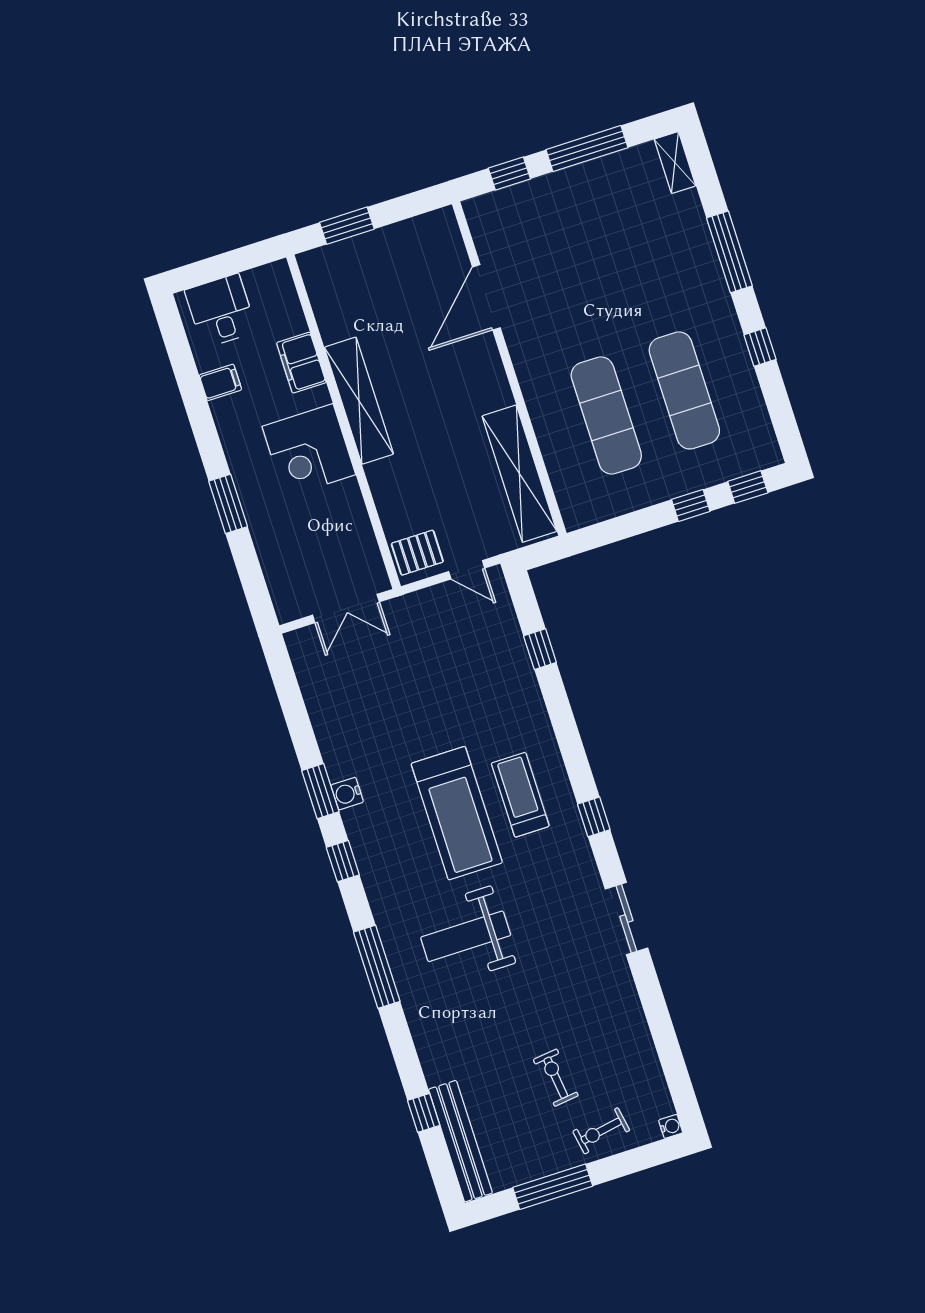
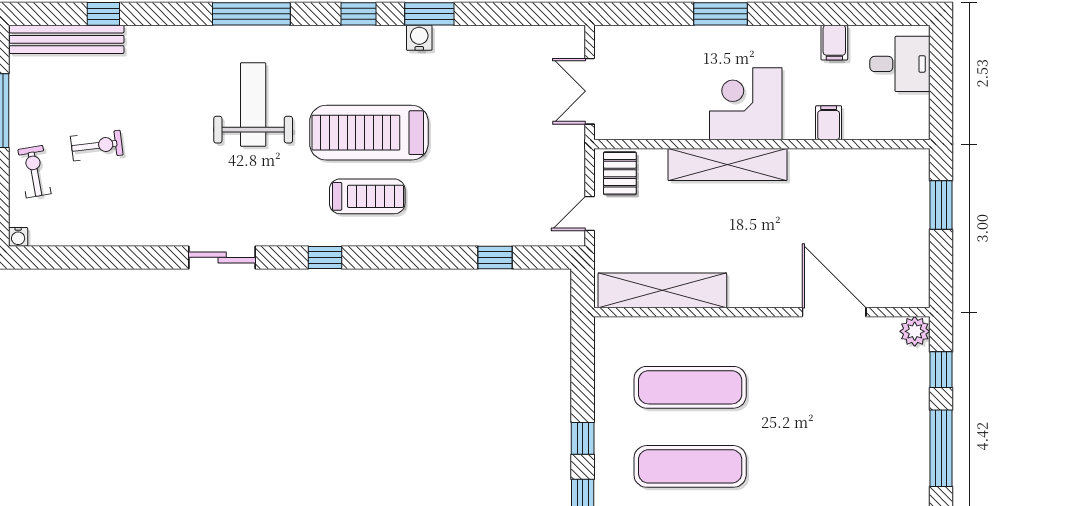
plant: (480, 212) -> (915, 331), added
filing cabinet: (301, 363) -> (829, 123), width x0.50
shelving: (359, 401) -> (728, 164), moved

